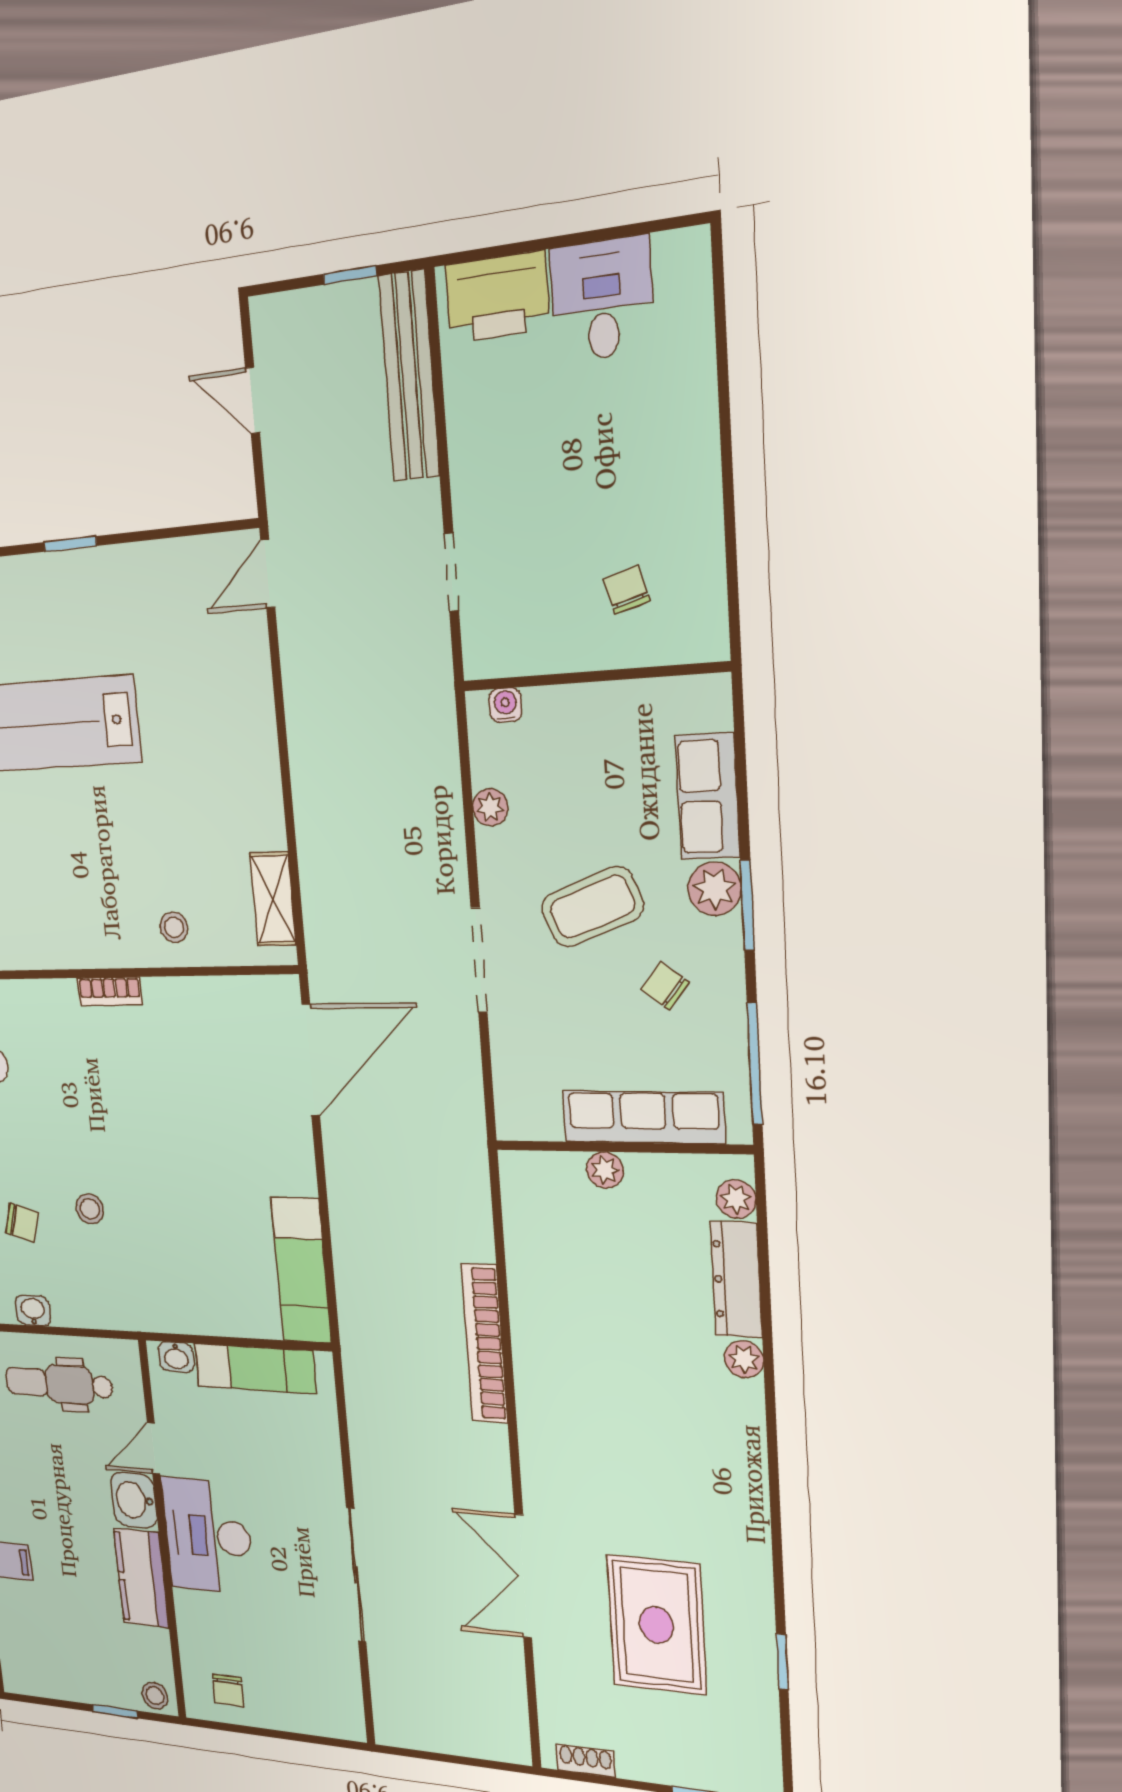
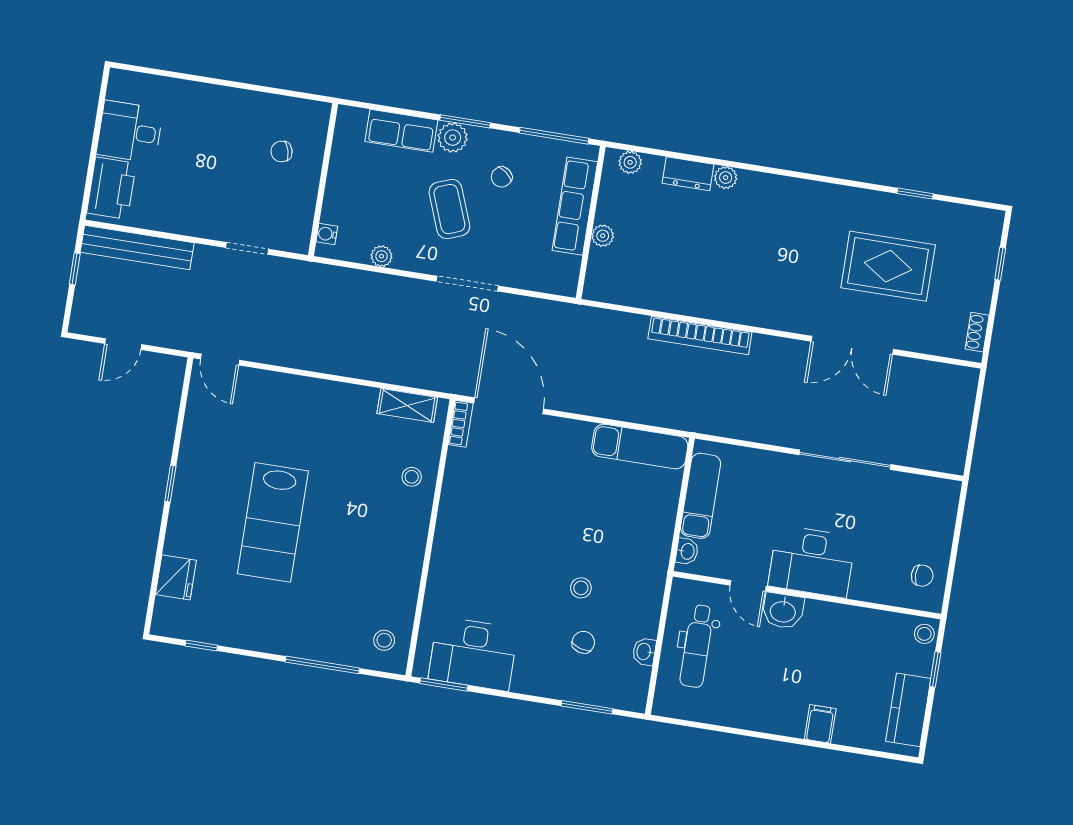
bookcase: (110, 991) -> (461, 424), moved
dresser: (736, 1280) -> (688, 174), width x0.70
kitchen counter: (141, 1578) -> (908, 710), moved, turned 90

